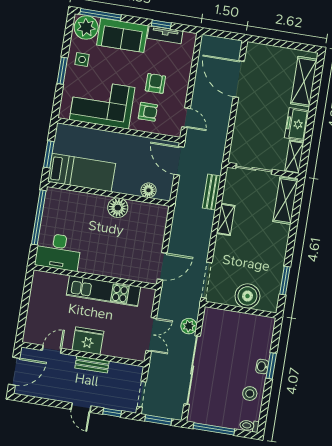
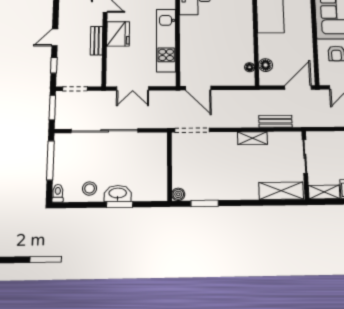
floor lamp: (118, 208) -> (250, 67), moved, width x0.53, depth x0.53
boiler: (247, 296) -> (178, 194), moved, width x0.54, depth x0.54
plant: (189, 326) -> (146, 121), removed
washbasin: (262, 367) -> (118, 193), width x1.91, depth x1.45

